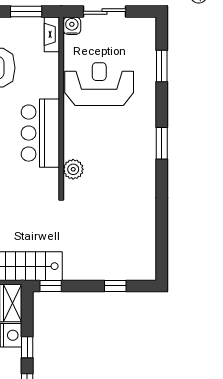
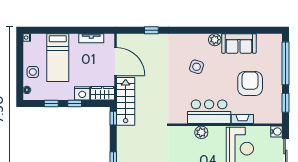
fireplace: (52, 34) -> (242, 119), moved
plant: (73, 169) -> (201, 132), moved

